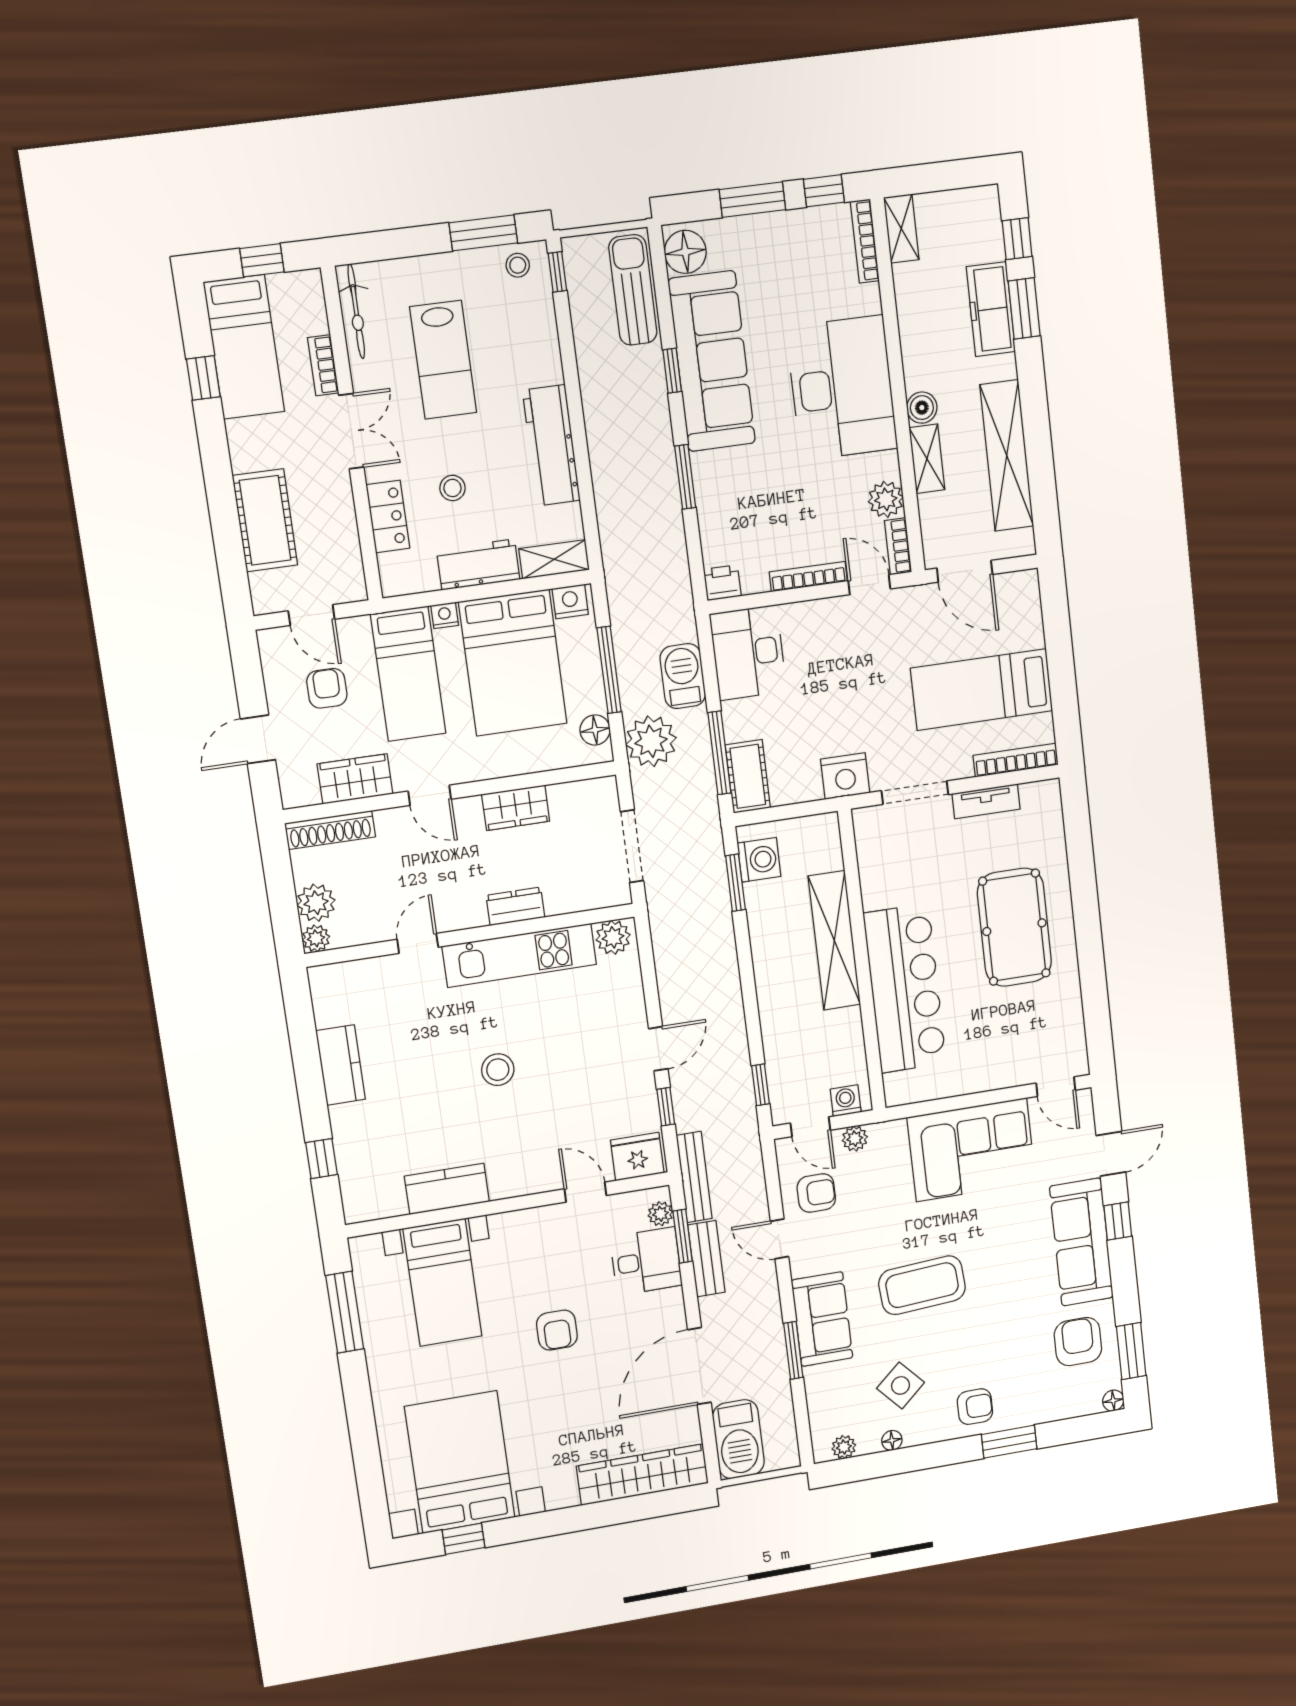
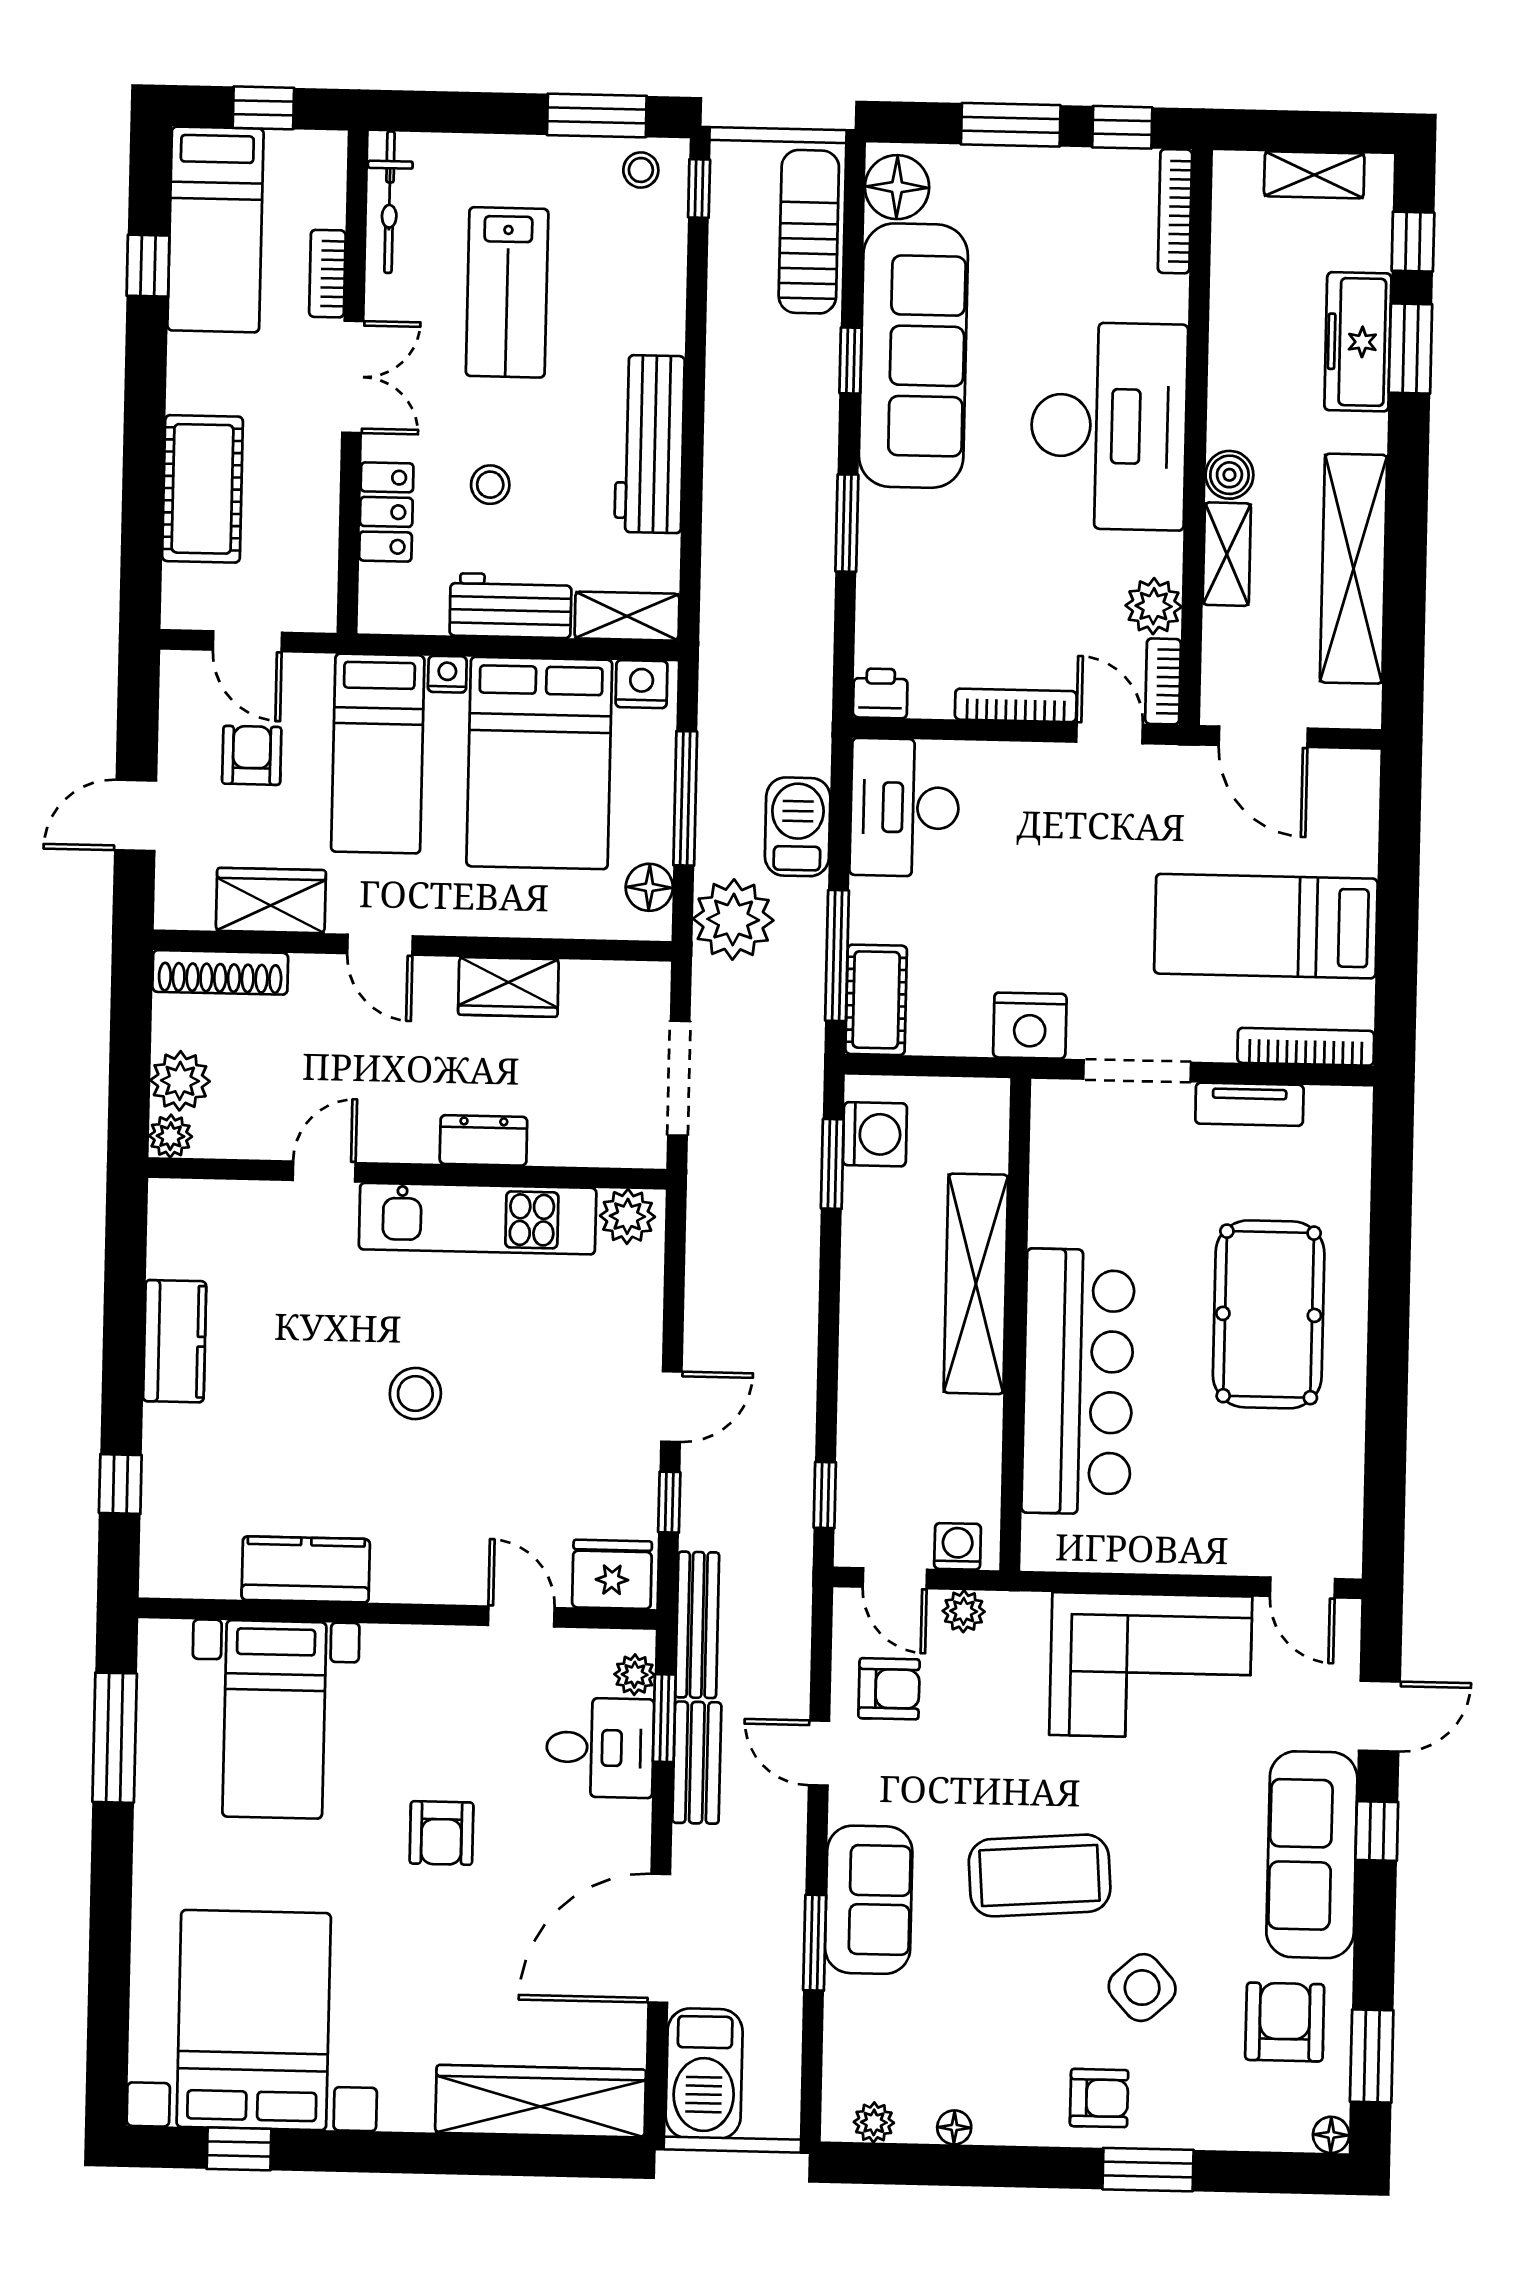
shelving: (901, 229) -> (1314, 175), moved, turned 90
side table: (901, 1385) -> (1142, 1988), moved

